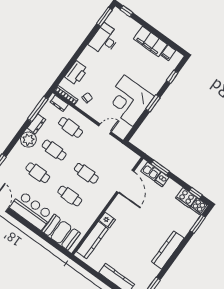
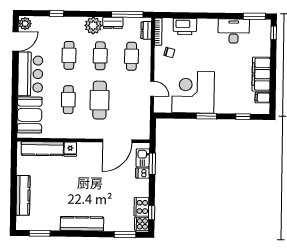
cafe table: (86, 173) -> (100, 100), width x1.37, depth x1.35

